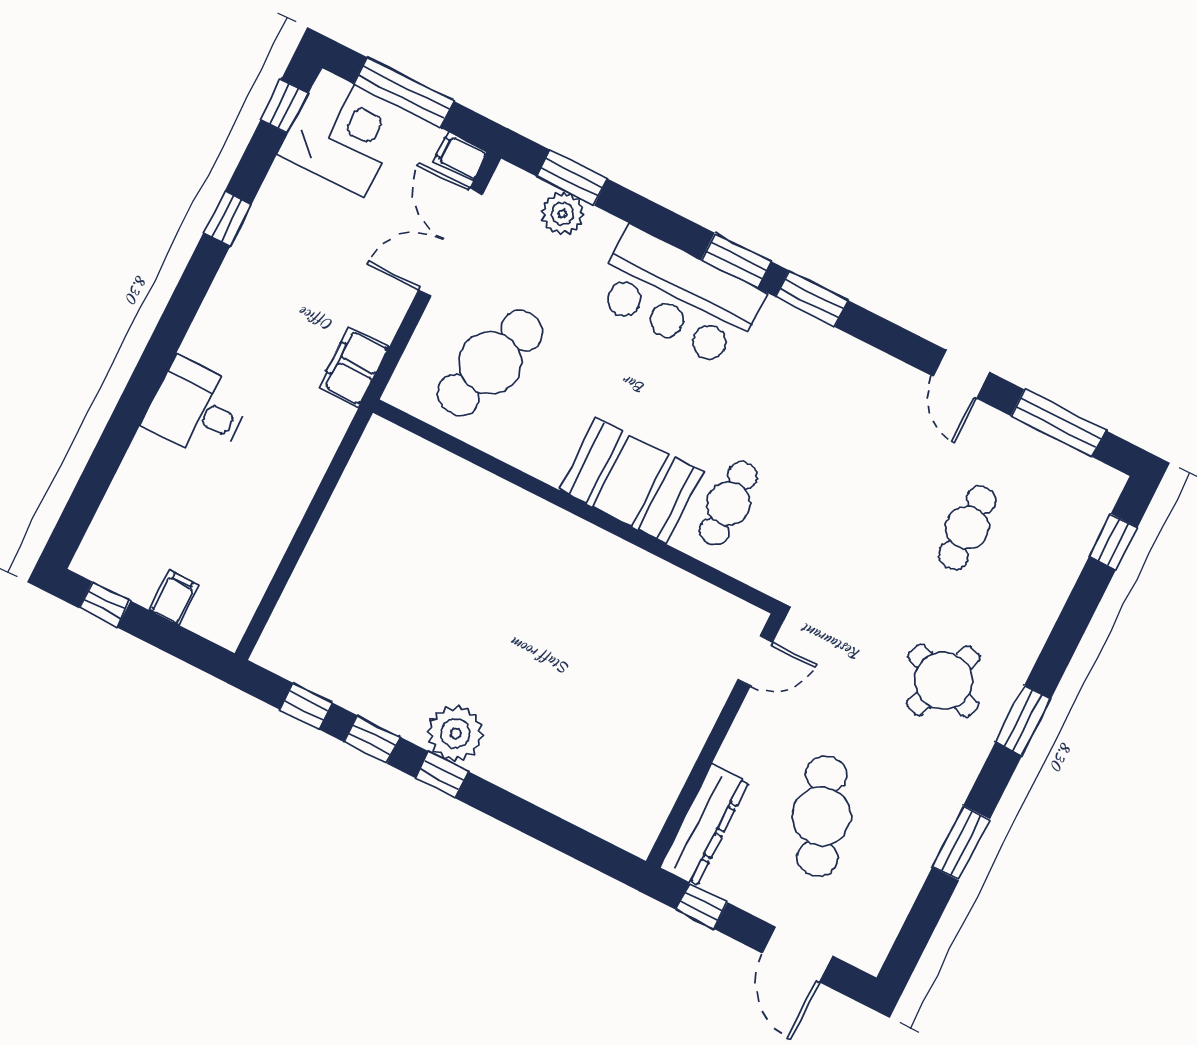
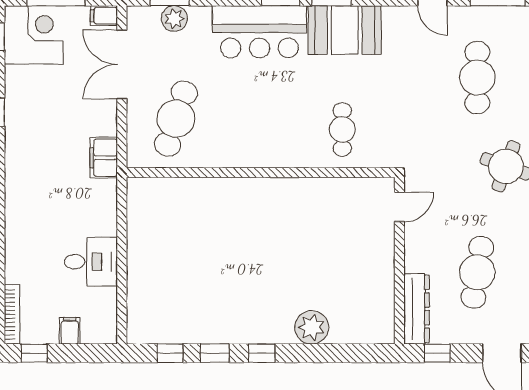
desk: (197, 409) -> (91, 262), moved, turned 180
booth: (631, 481) -> (345, 30), moved
cafe table: (967, 528) -> (477, 78), width x1.37, depth x1.35
bookcase: (101, 530) -> (12, 314), added
plant: (455, 734) -> (312, 327), moved
cafe table: (822, 816) -> (477, 272), turned 30

